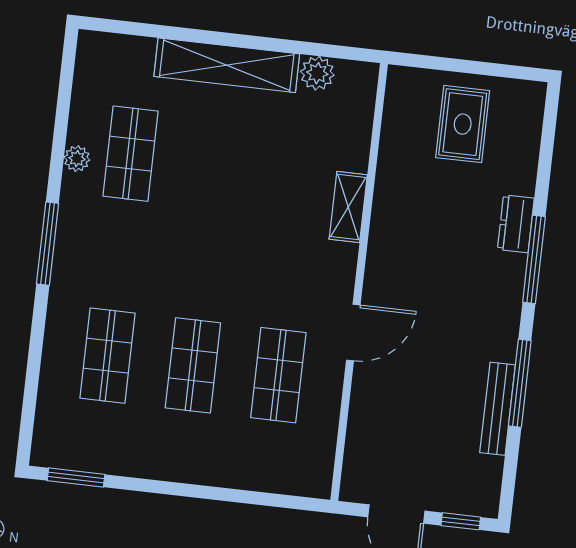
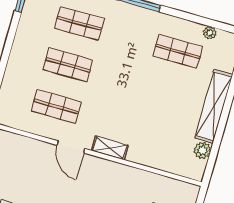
plant: (77, 159) -> (210, 33), moved
shelving: (348, 207) -> (110, 148), moved

